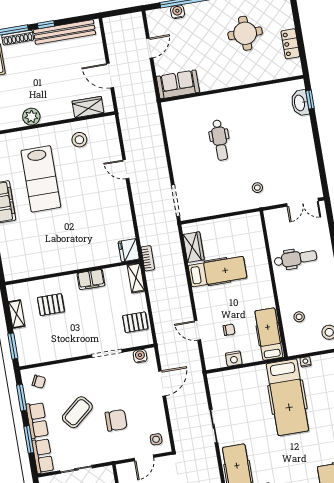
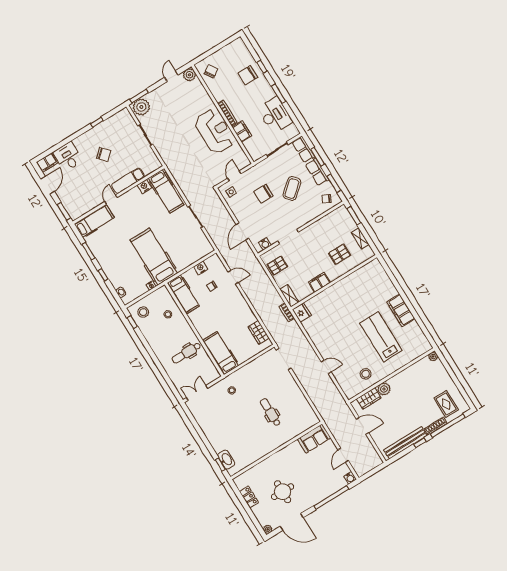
water cooler: (177, 12) -> (350, 478), moved
plant: (31, 117) -> (384, 389), moved
hospital bed: (217, 272) -> (221, 353), moved, turned 90

